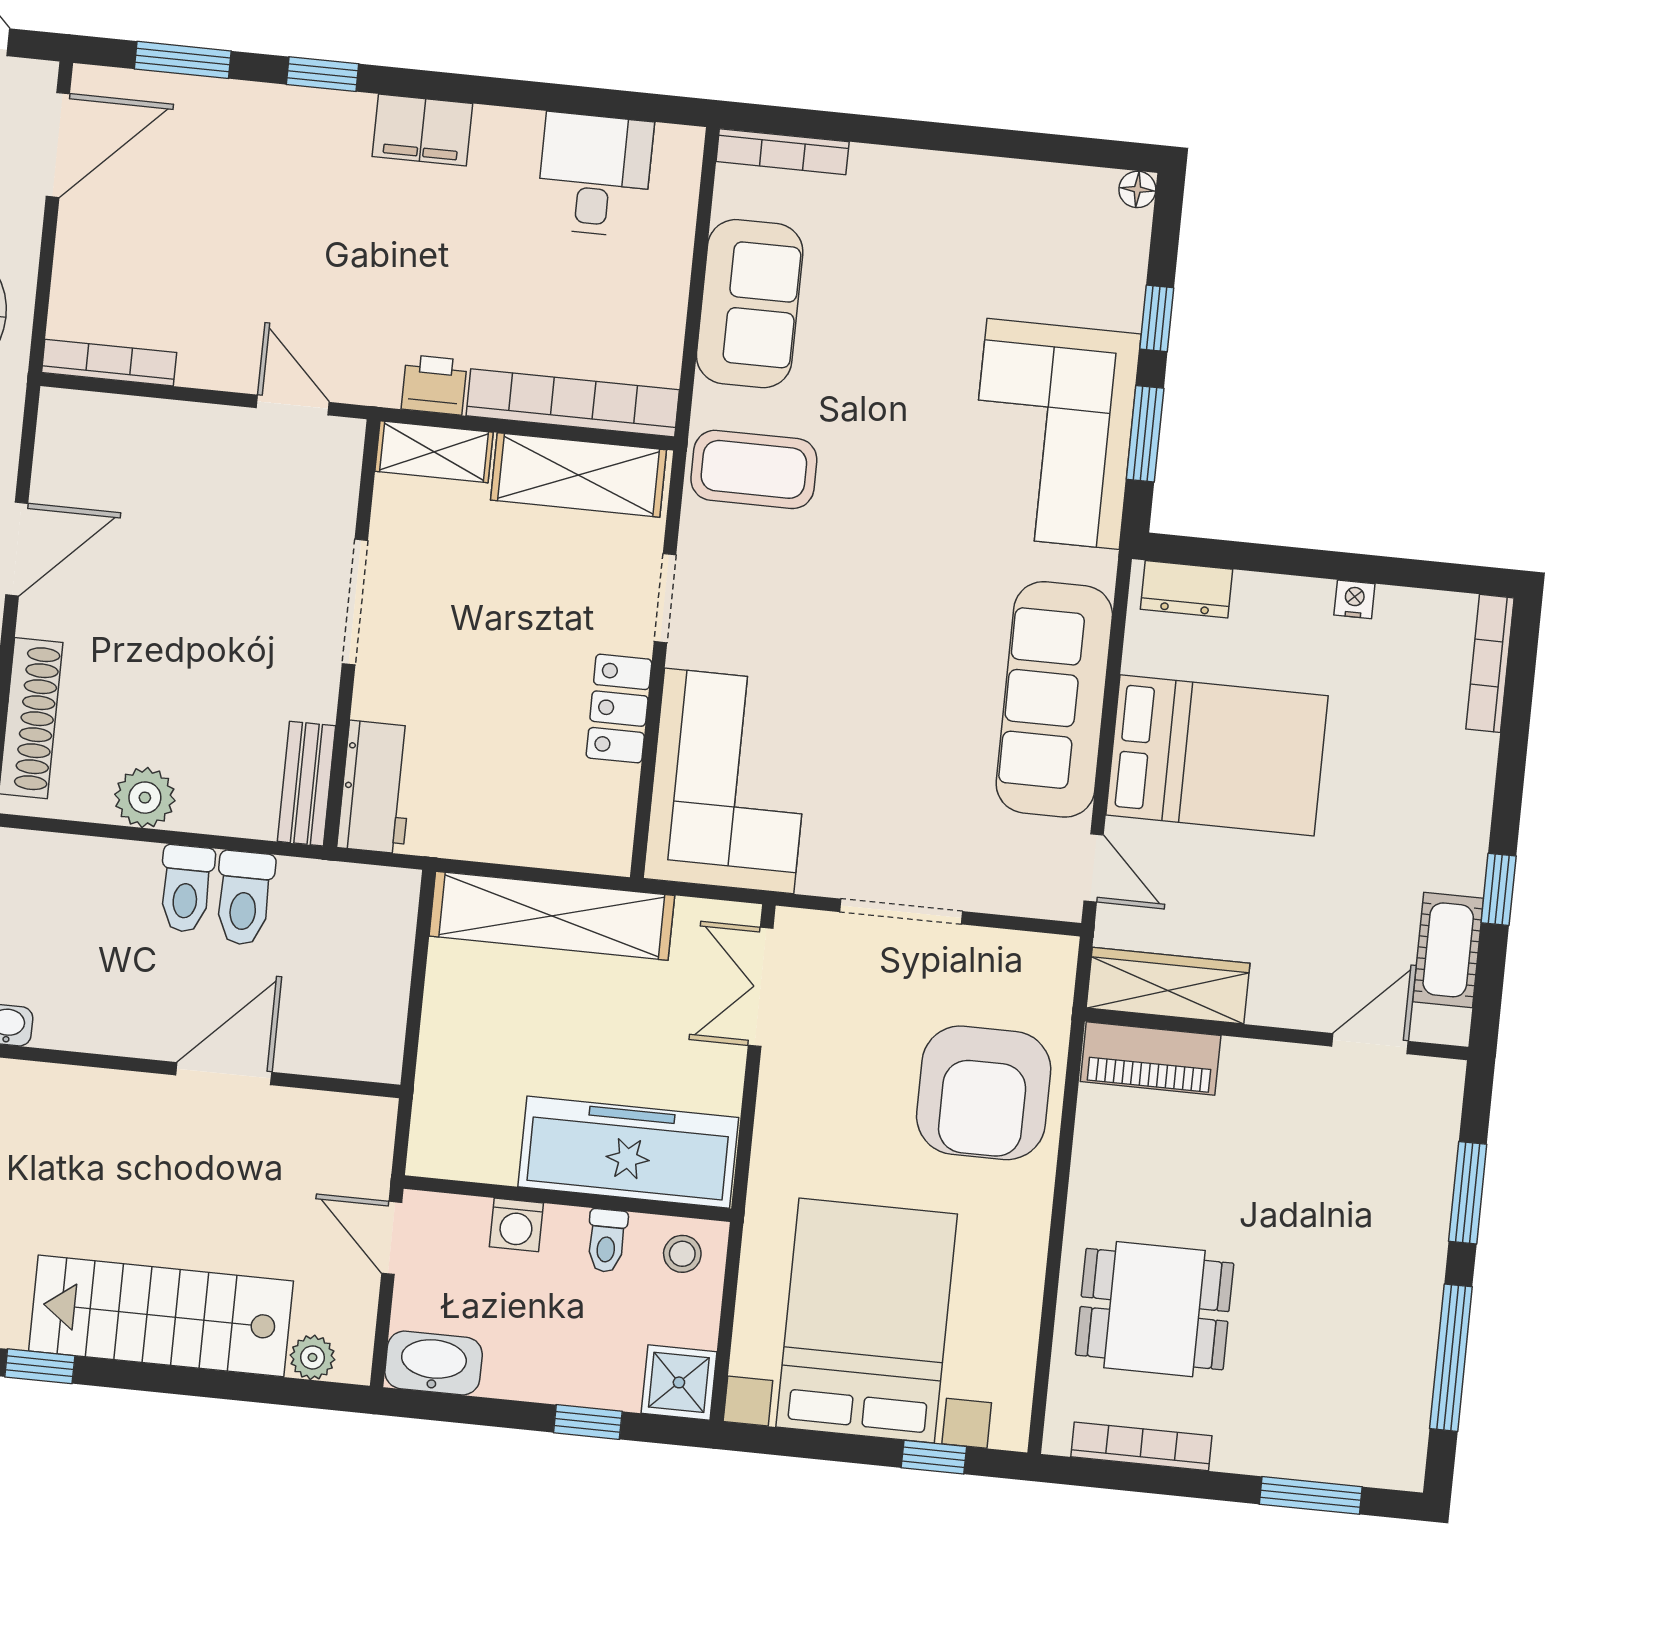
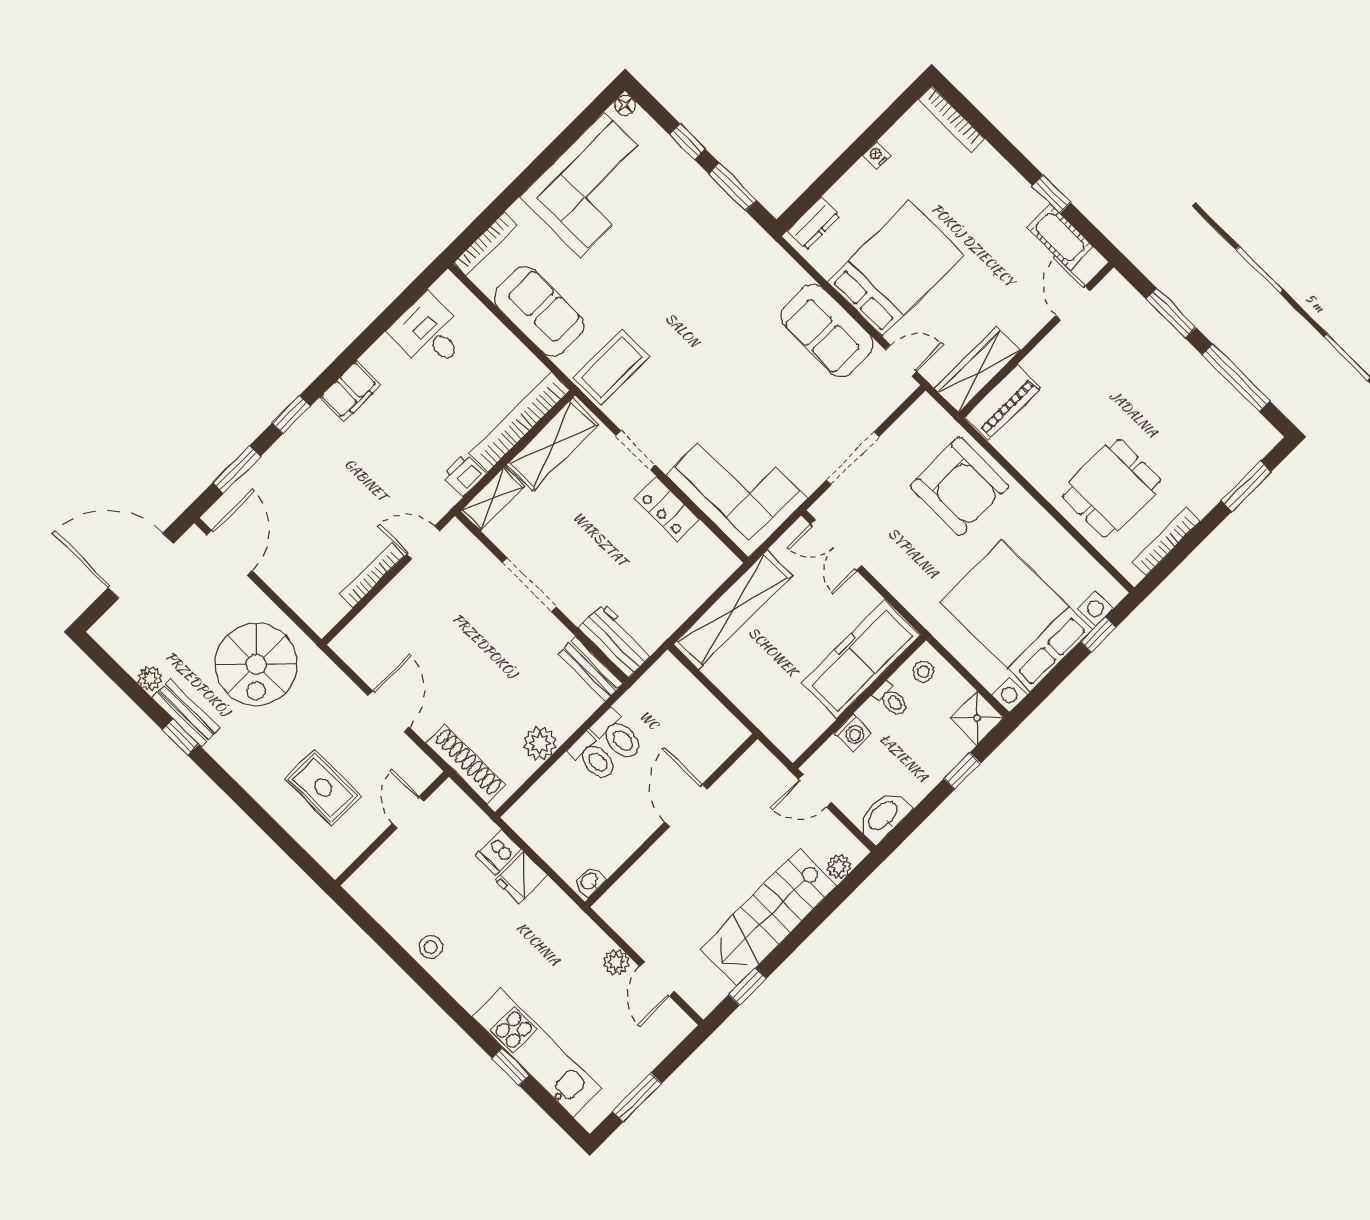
bookcase: (109, 363) -> (372, 575), moved
corner sofa: (1053, 434) -> (592, 185), moved, turned -90
sofa: (1054, 699) -> (827, 331), width x0.73

